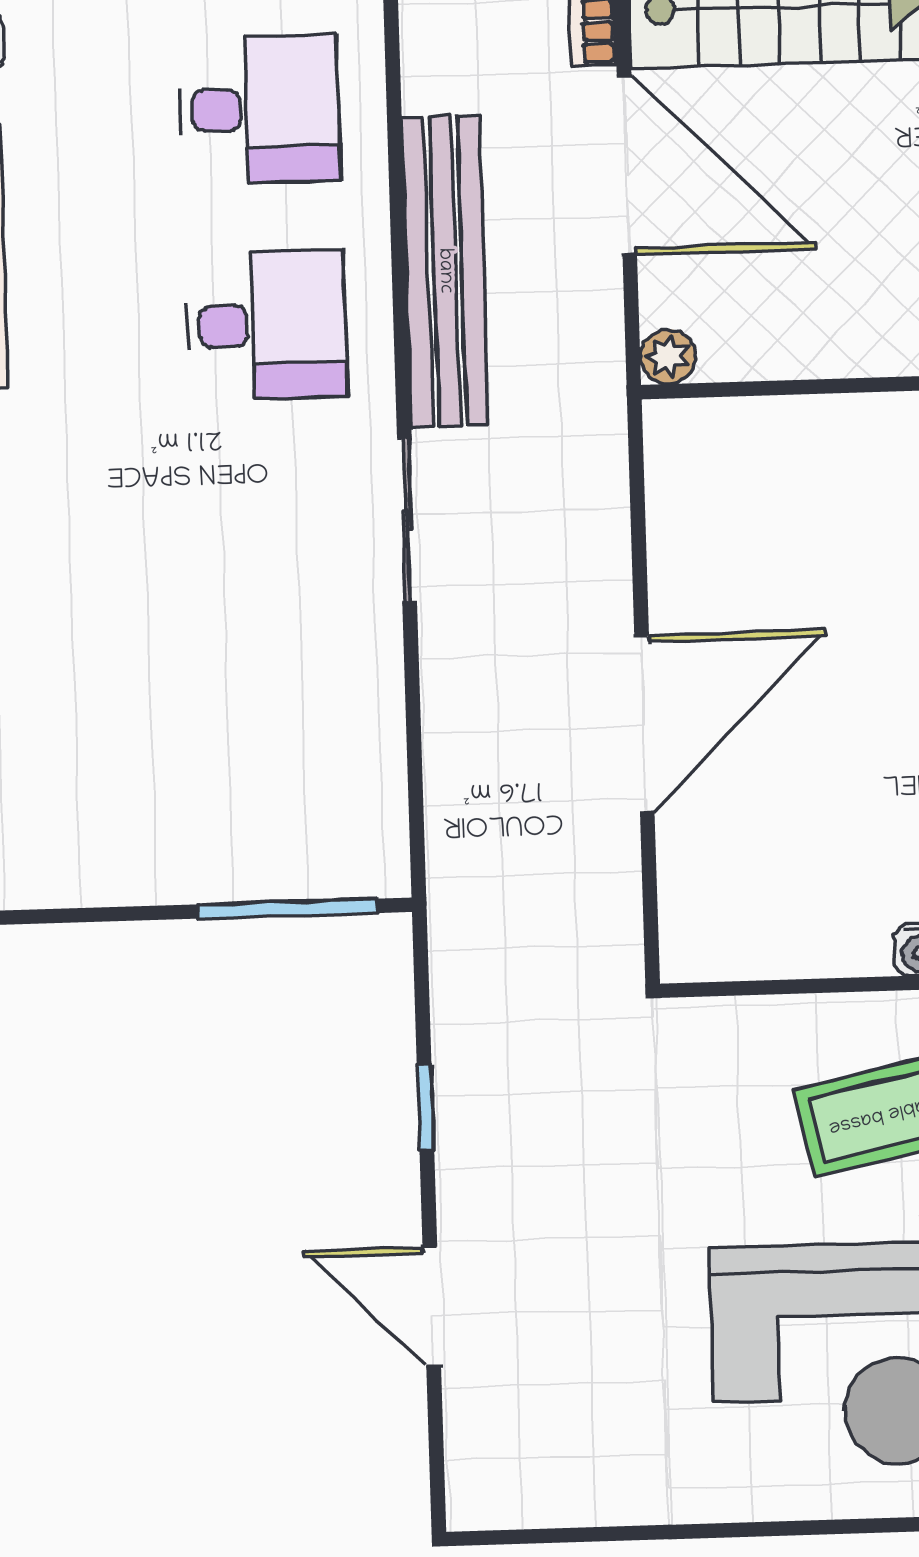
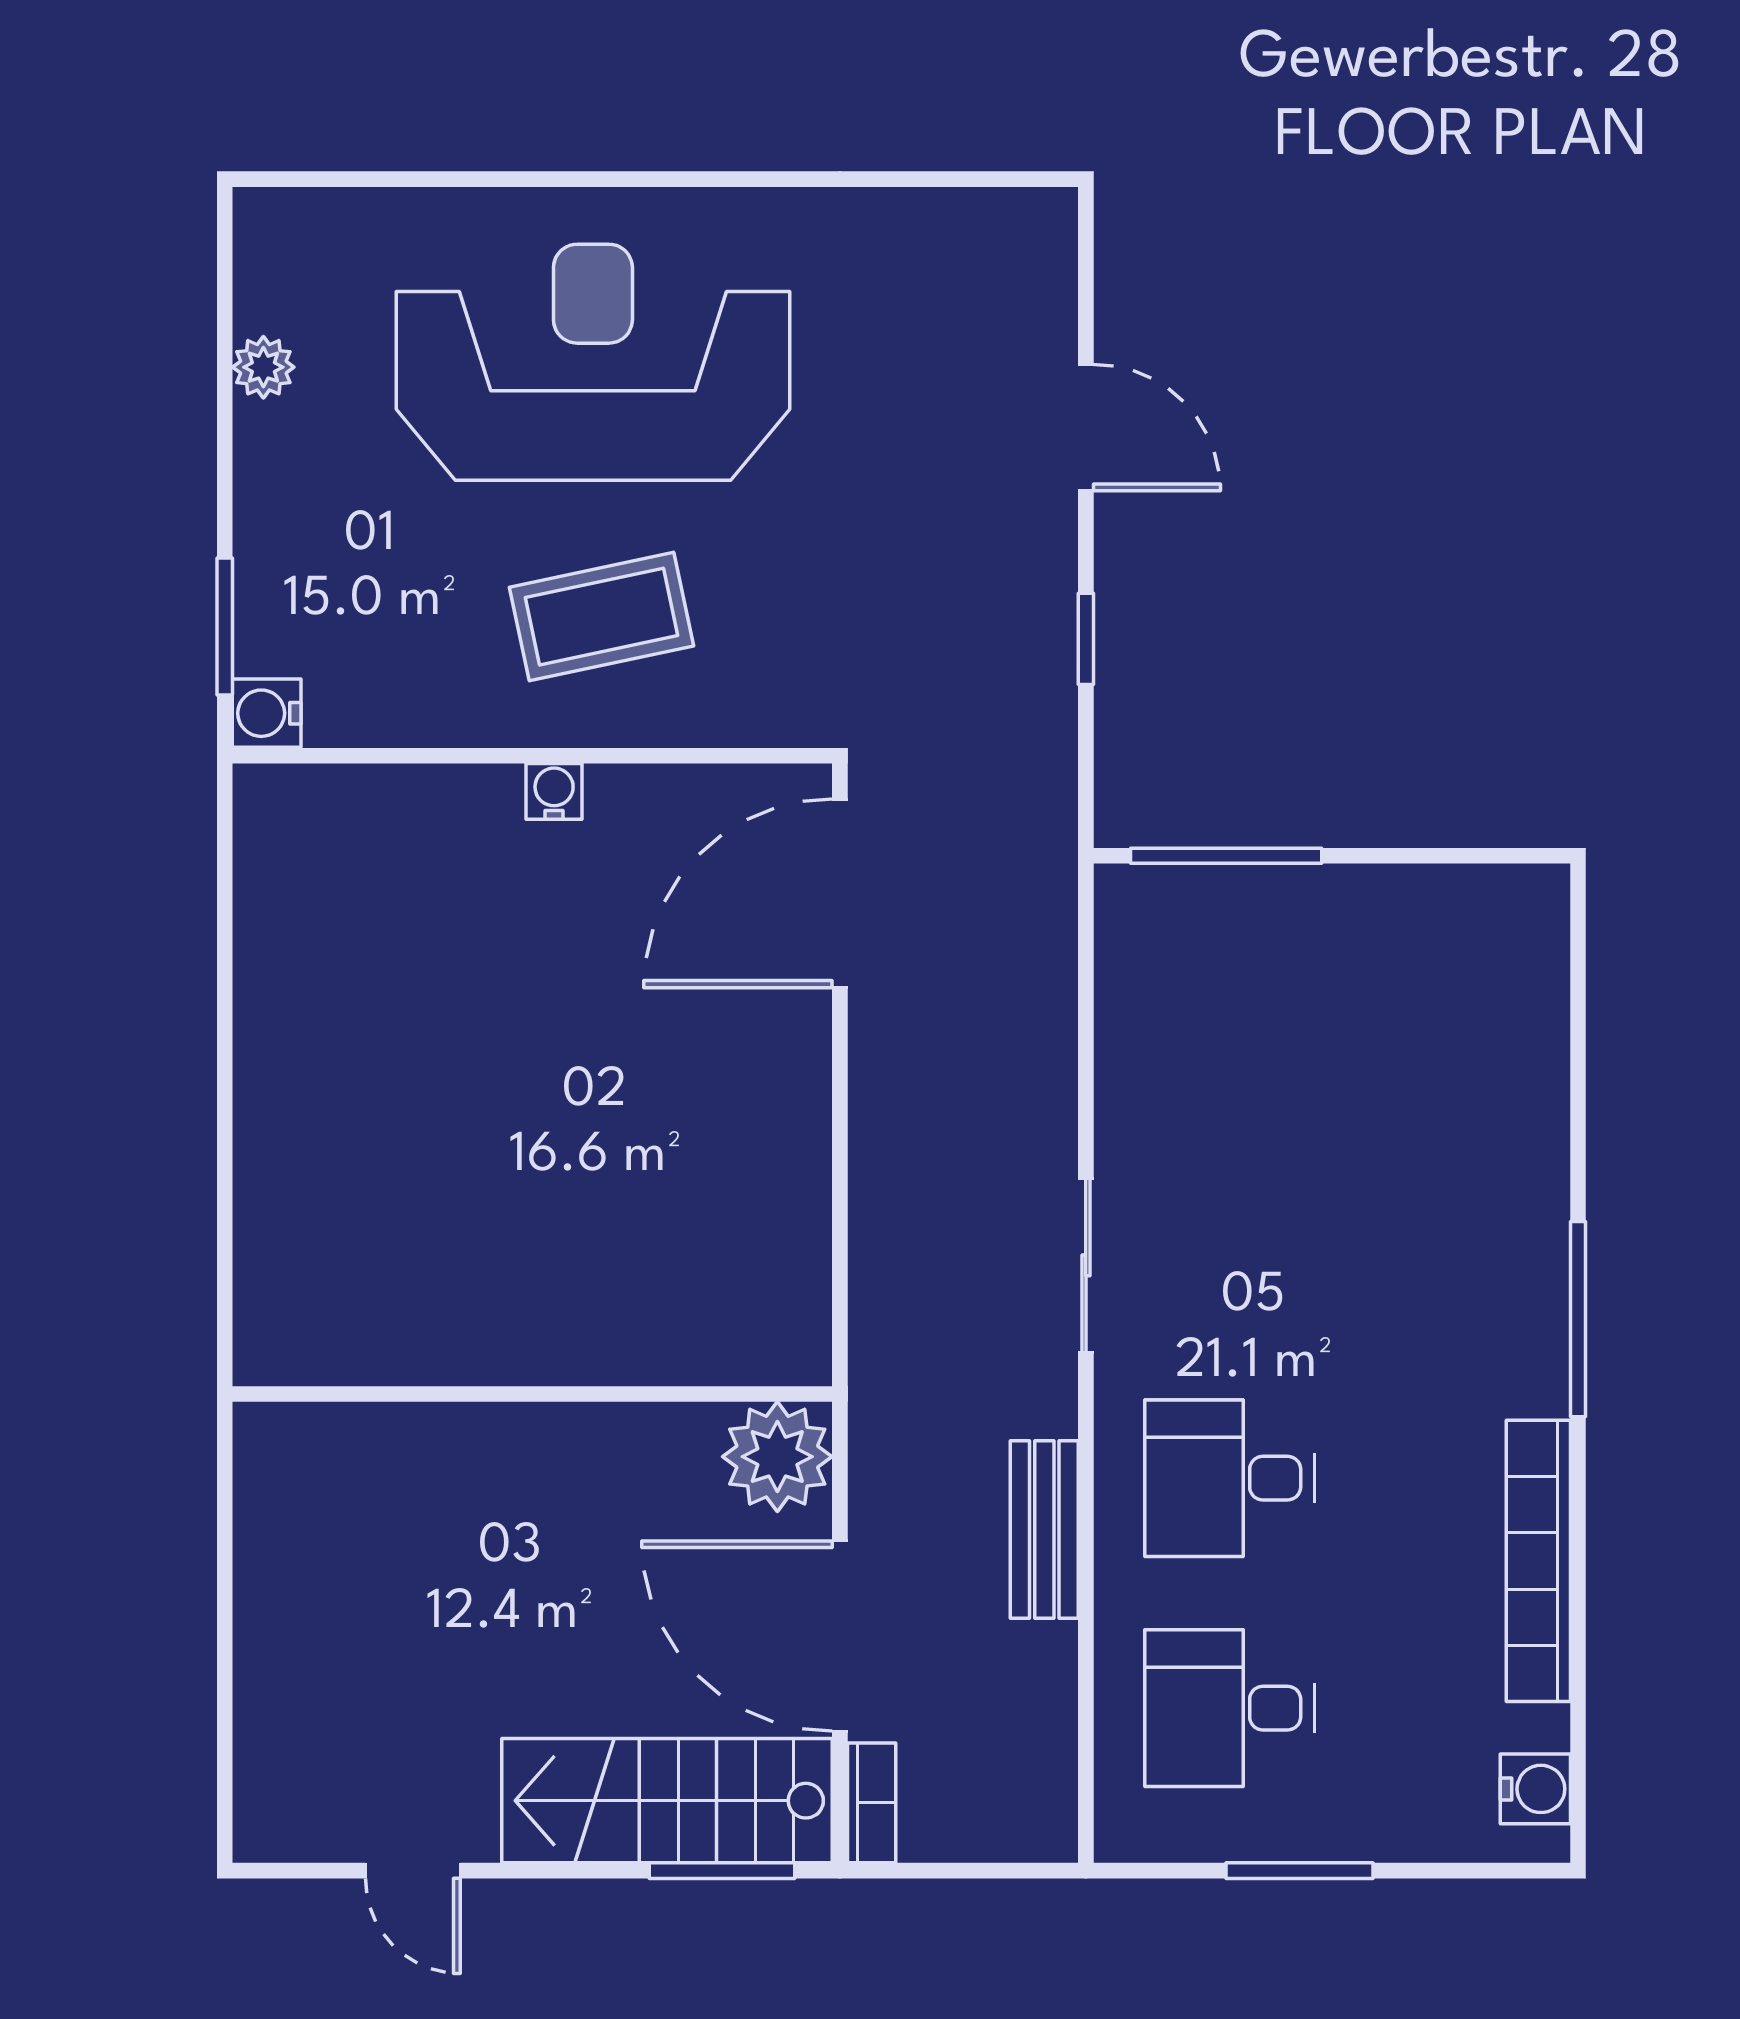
bench: (445, 271) -> (1044, 1529), width x0.54, depth x0.82
plant: (668, 357) -> (777, 1457), width x1.87, depth x1.87
door: (644, 724) -> (840, 893), moved

